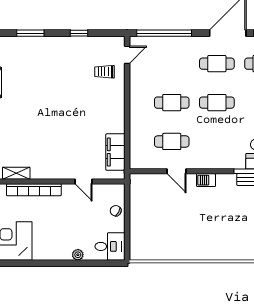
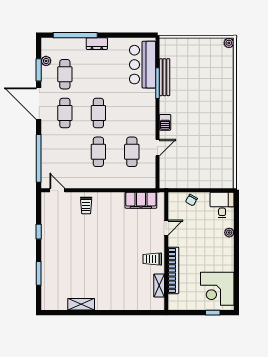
trolley: (104, 72) -> (86, 205), moved
trolley: (47, 165) -> (152, 259), added

